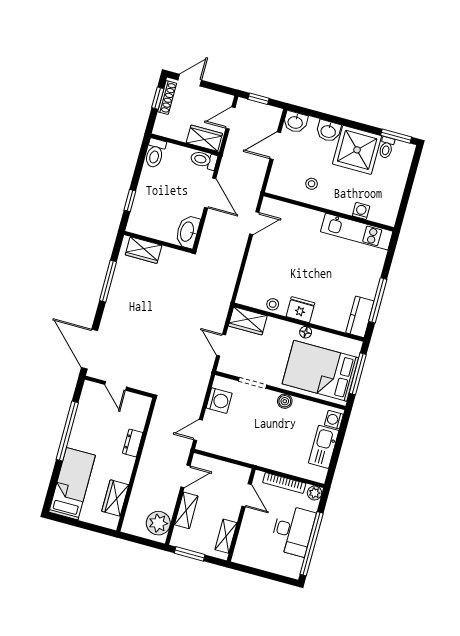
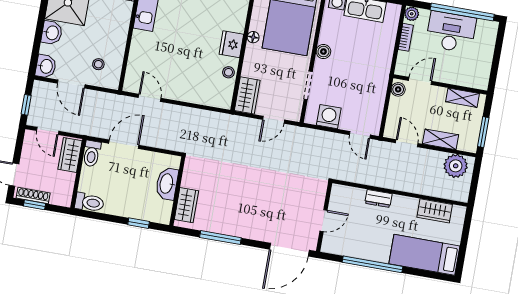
stool: (312, 184) -> (98, 64), moved
washbasin: (188, 232) -> (167, 184), moved, turned 90
boiler: (240, 473) -> (398, 89), added
bookcase: (284, 483) -> (406, 37), width x0.64

